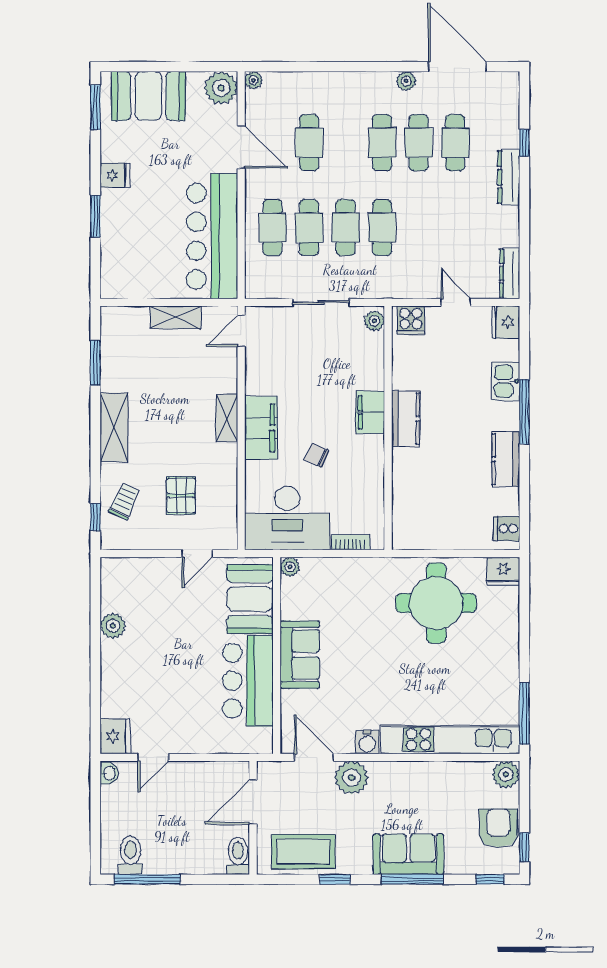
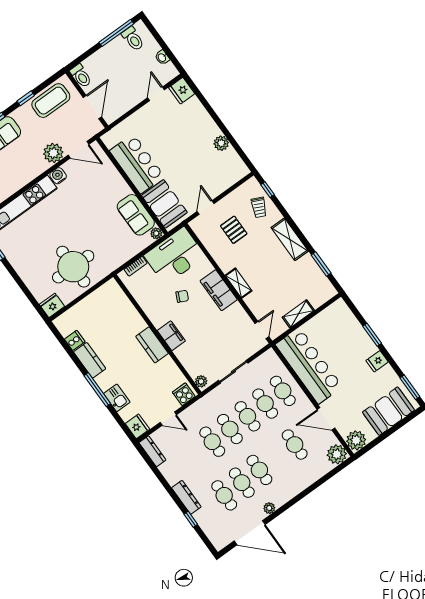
plant: (254, 80) -> (337, 454), width x1.87, depth x1.87
cafe table: (419, 228) -> (212, 442), added
cooker: (507, 529) -> (75, 340), moved
sofa: (300, 655) -> (136, 215), moved
washbasin: (109, 773) -> (162, 57), moved

